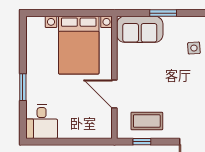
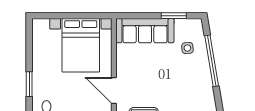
window: (163, 13) -> (174, 16), moved
sofa: (140, 29) -> (145, 31), width x1.36

